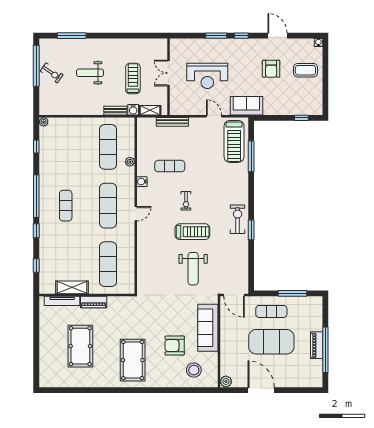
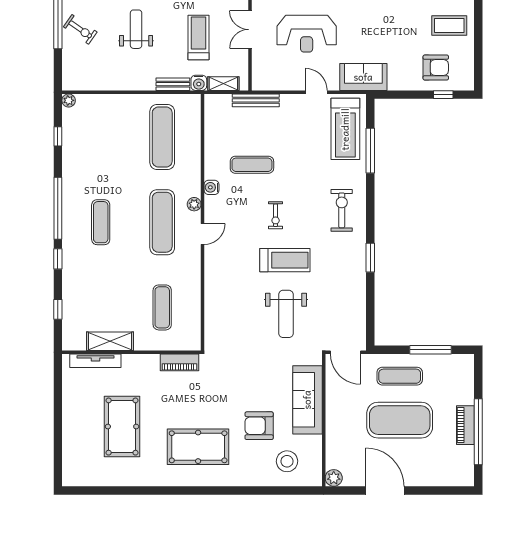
armchair: (271, 69) -> (436, 68), moved, turned -90
weight bench: (90, 73) -> (136, 29), turned 90
plant: (130, 162) -> (194, 204), moved
exercise bike: (238, 219) -> (342, 210), moved
exercise mat: (108, 264) -> (162, 307), width x0.73, depth x0.69
piano: (94, 302) -> (179, 362), moved
pool table: (133, 360) -> (198, 447), turned 90

